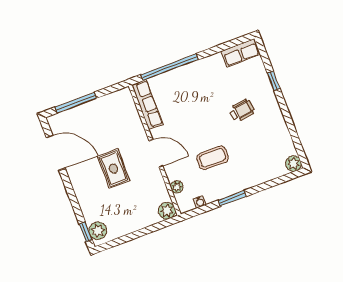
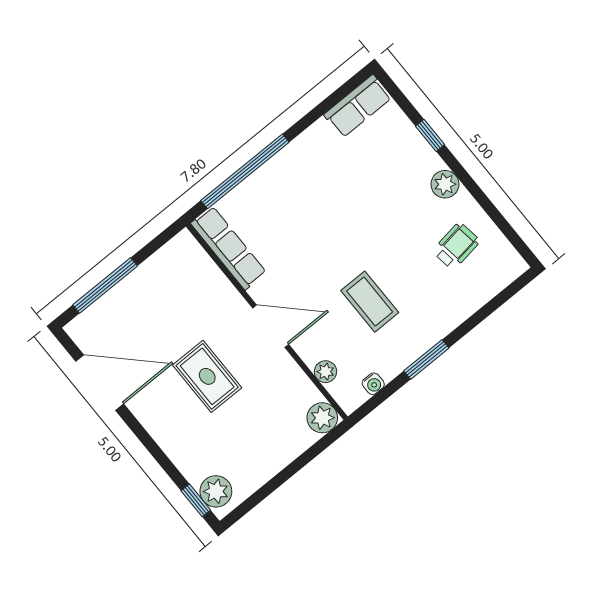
wheelchair: (242, 111) -> (456, 246), moved
coffee table: (212, 158) -> (370, 302), turned 90
plant: (293, 164) -> (445, 184), moved

